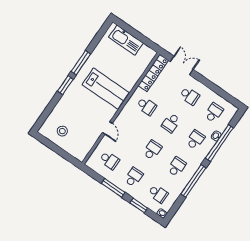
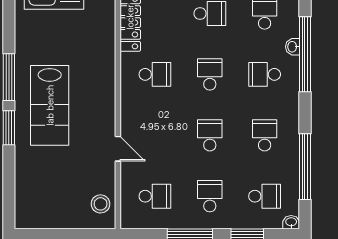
lab bench: (106, 89) -> (50, 105), moved, turned 90
school desk: (171, 123) -> (210, 74), turned 180
stool: (62, 131) -> (101, 204), moved
school desk: (195, 140) -> (265, 74), turned -90
window: (193, 181) -> (305, 167), moved

